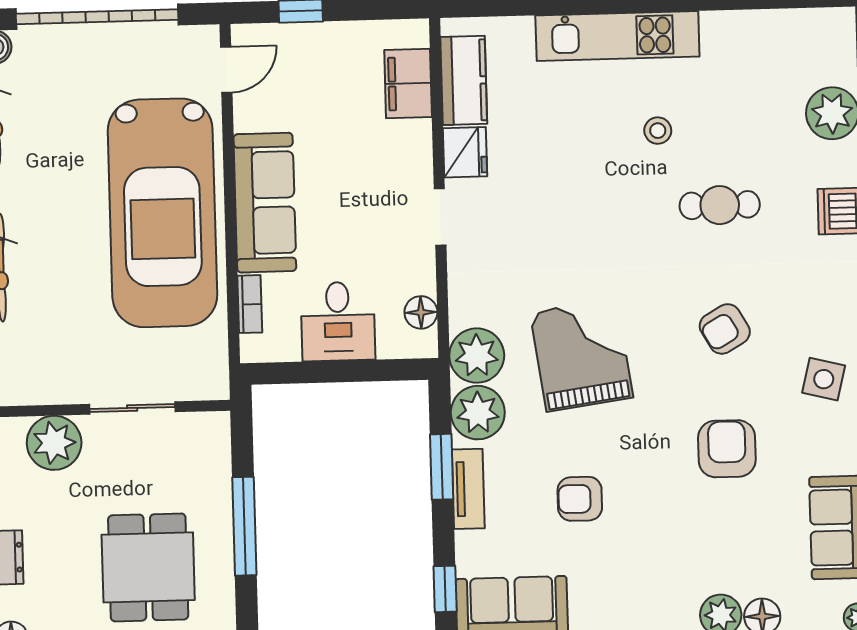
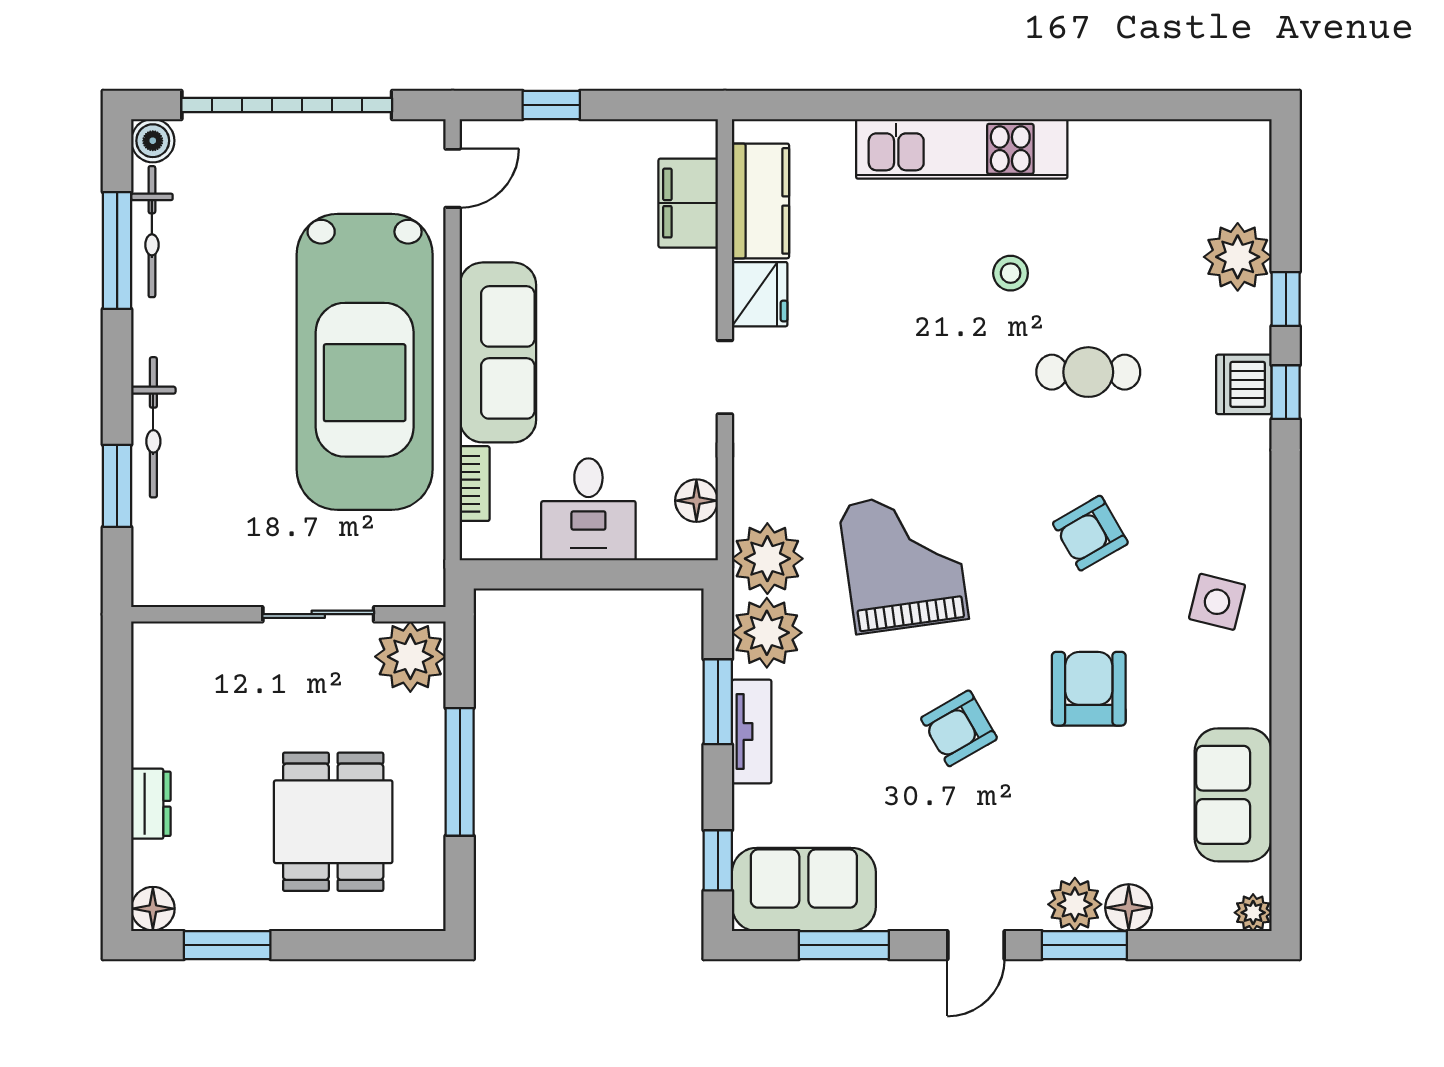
plant: (54, 443) -> (410, 657), moved
armchair: (580, 499) -> (959, 728), moved, turned -30

